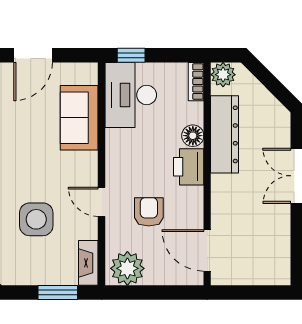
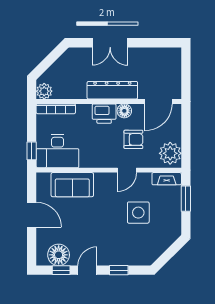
bookcase: (196, 82) -> (56, 109), width x1.56
dresser: (225, 134) -> (112, 90), moved
floor lamp: (193, 136) -> (124, 111), moved
armchair: (149, 212) -> (133, 139), turned 180

